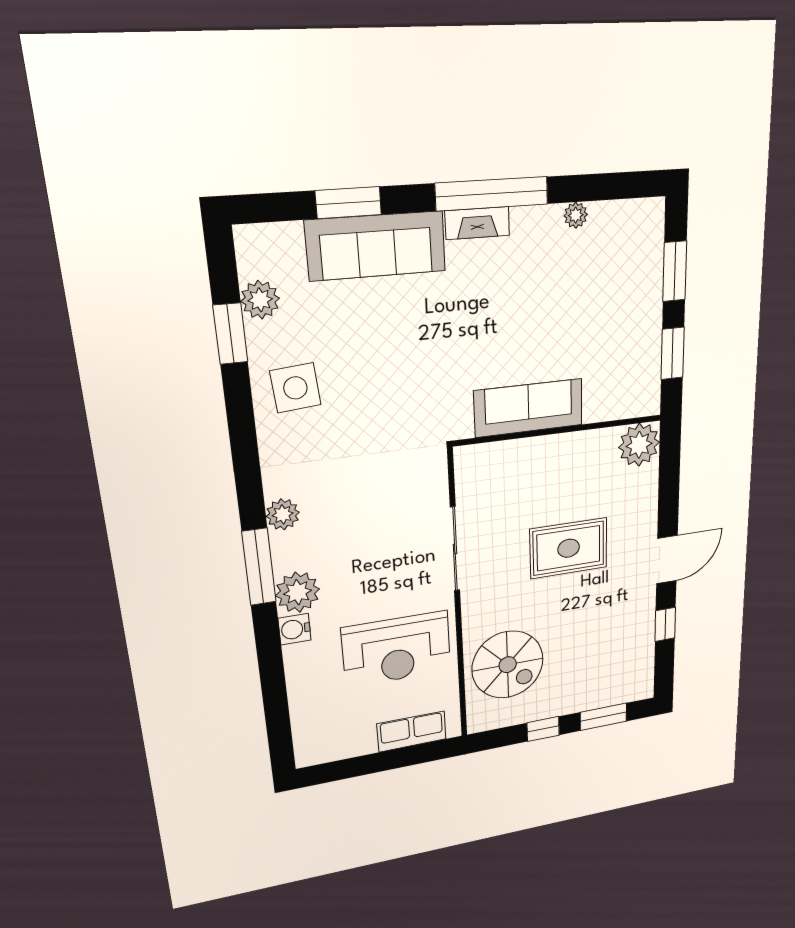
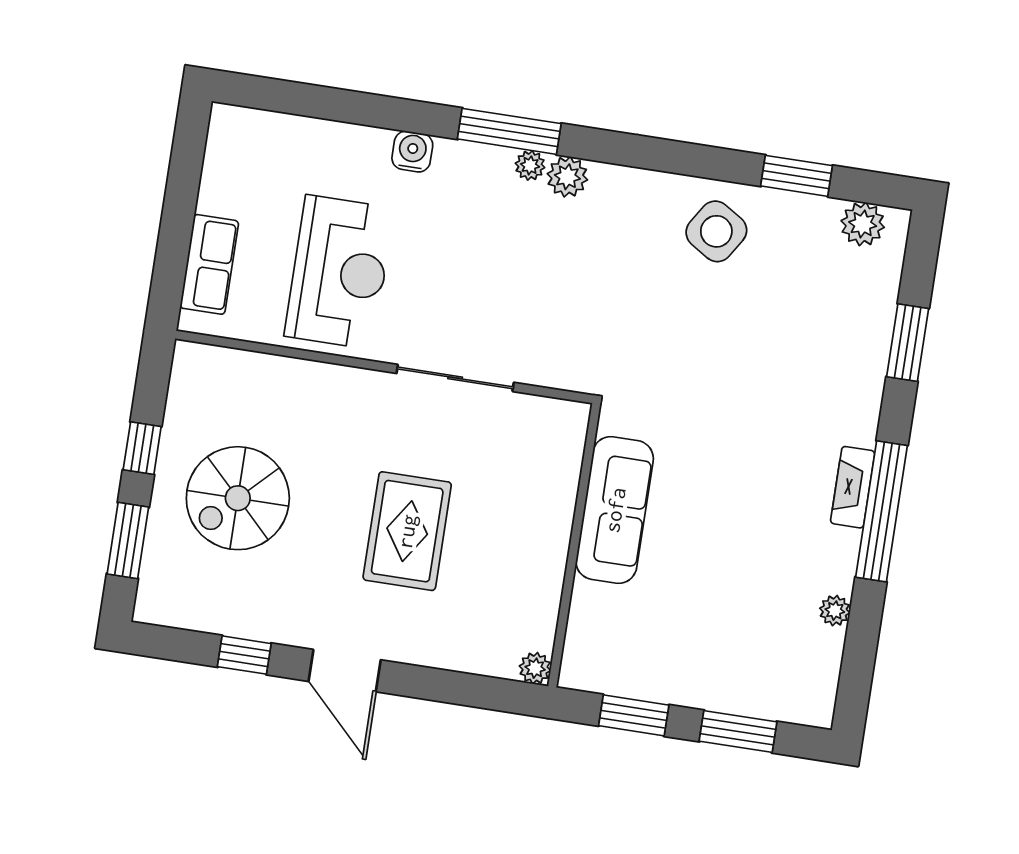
sofa: (376, 246) -> (854, 363), removed
plant: (260, 300) -> (863, 224), moved
side table: (295, 388) -> (716, 231), turned 37
plant: (639, 445) -> (535, 668), width x0.53, depth x0.53
plant: (298, 592) -> (530, 165), moved, width x0.53, depth x0.53
reception desk: (397, 649) -> (339, 272), turned 180
spiral stairs: (508, 665) -> (238, 498), moved

